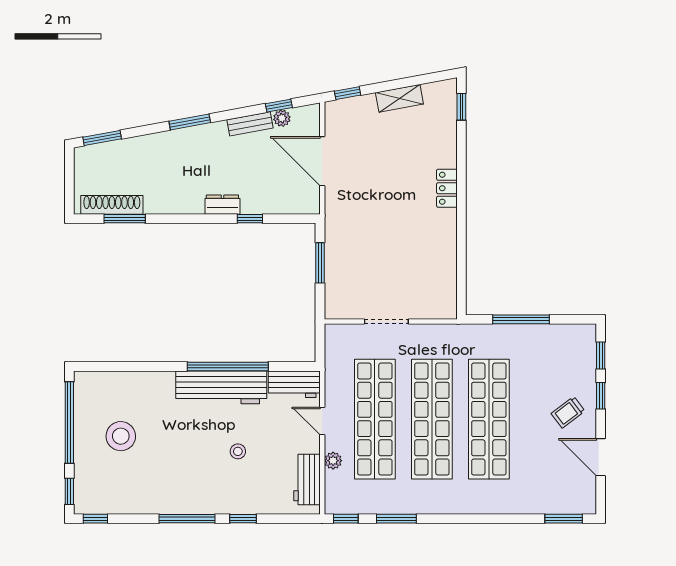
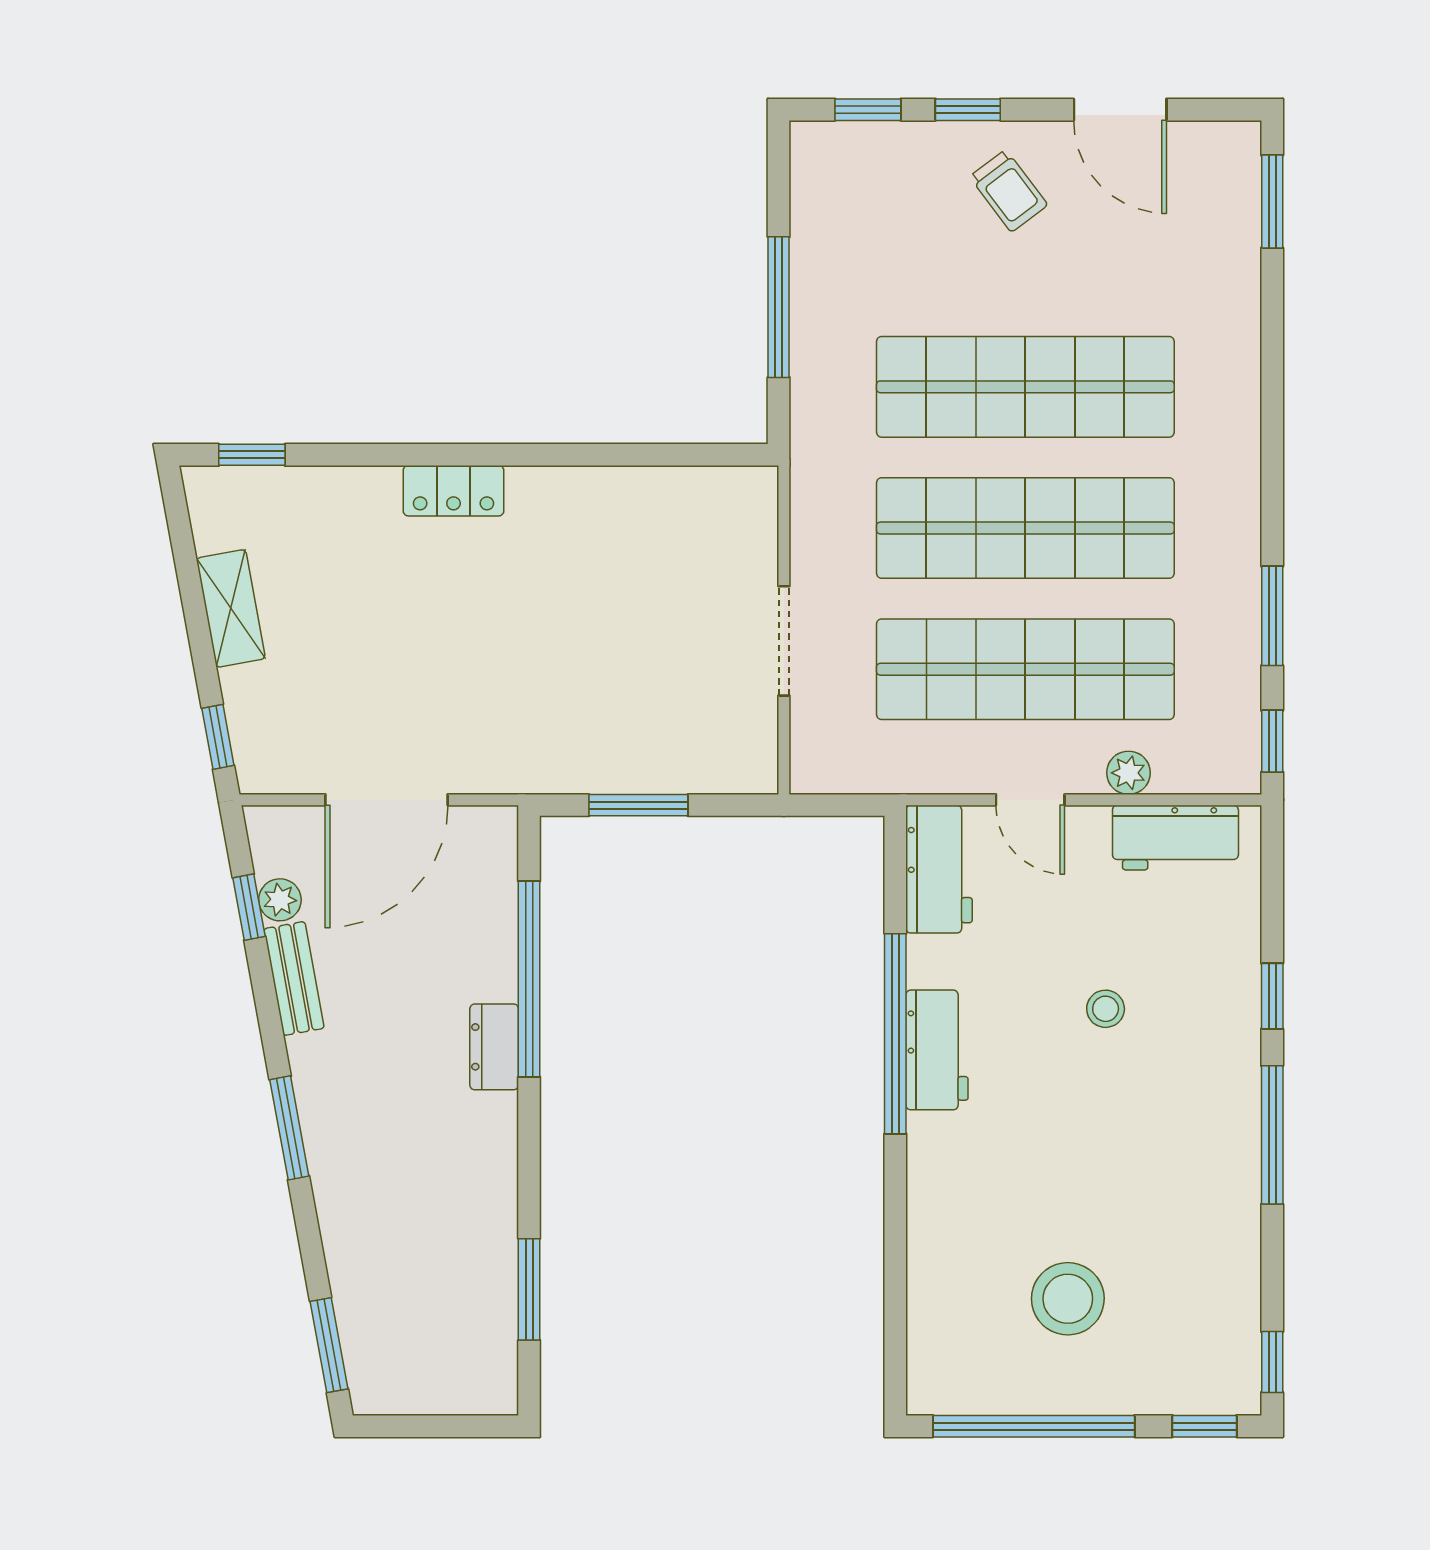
shoe rack: (112, 205) -> (495, 1321), removed
window: (250, 219) -> (529, 979), width x3.17
workbench: (221, 387) -> (937, 1050), width x0.53, depth x0.76
door: (322, 421) -> (1030, 800), hinge flipped
door: (601, 457) -> (1120, 110), hinge flipped

